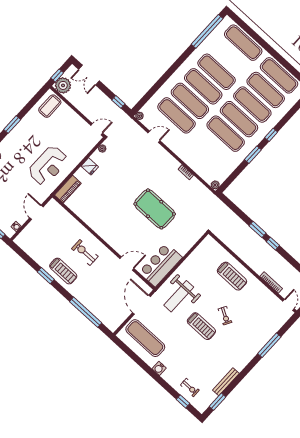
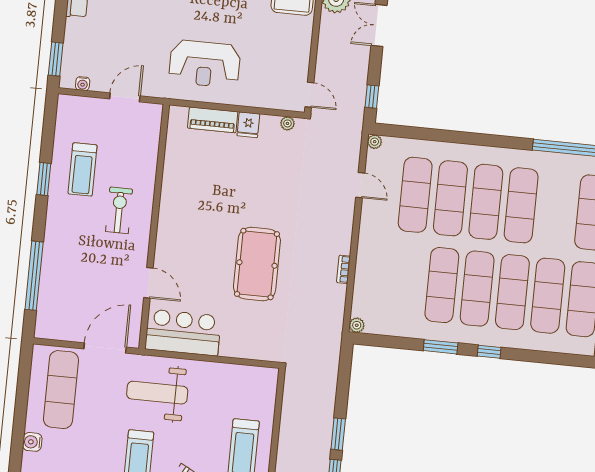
piano: (68, 189) -> (213, 120), moved
treadmill: (63, 271) -> (83, 169), moved

